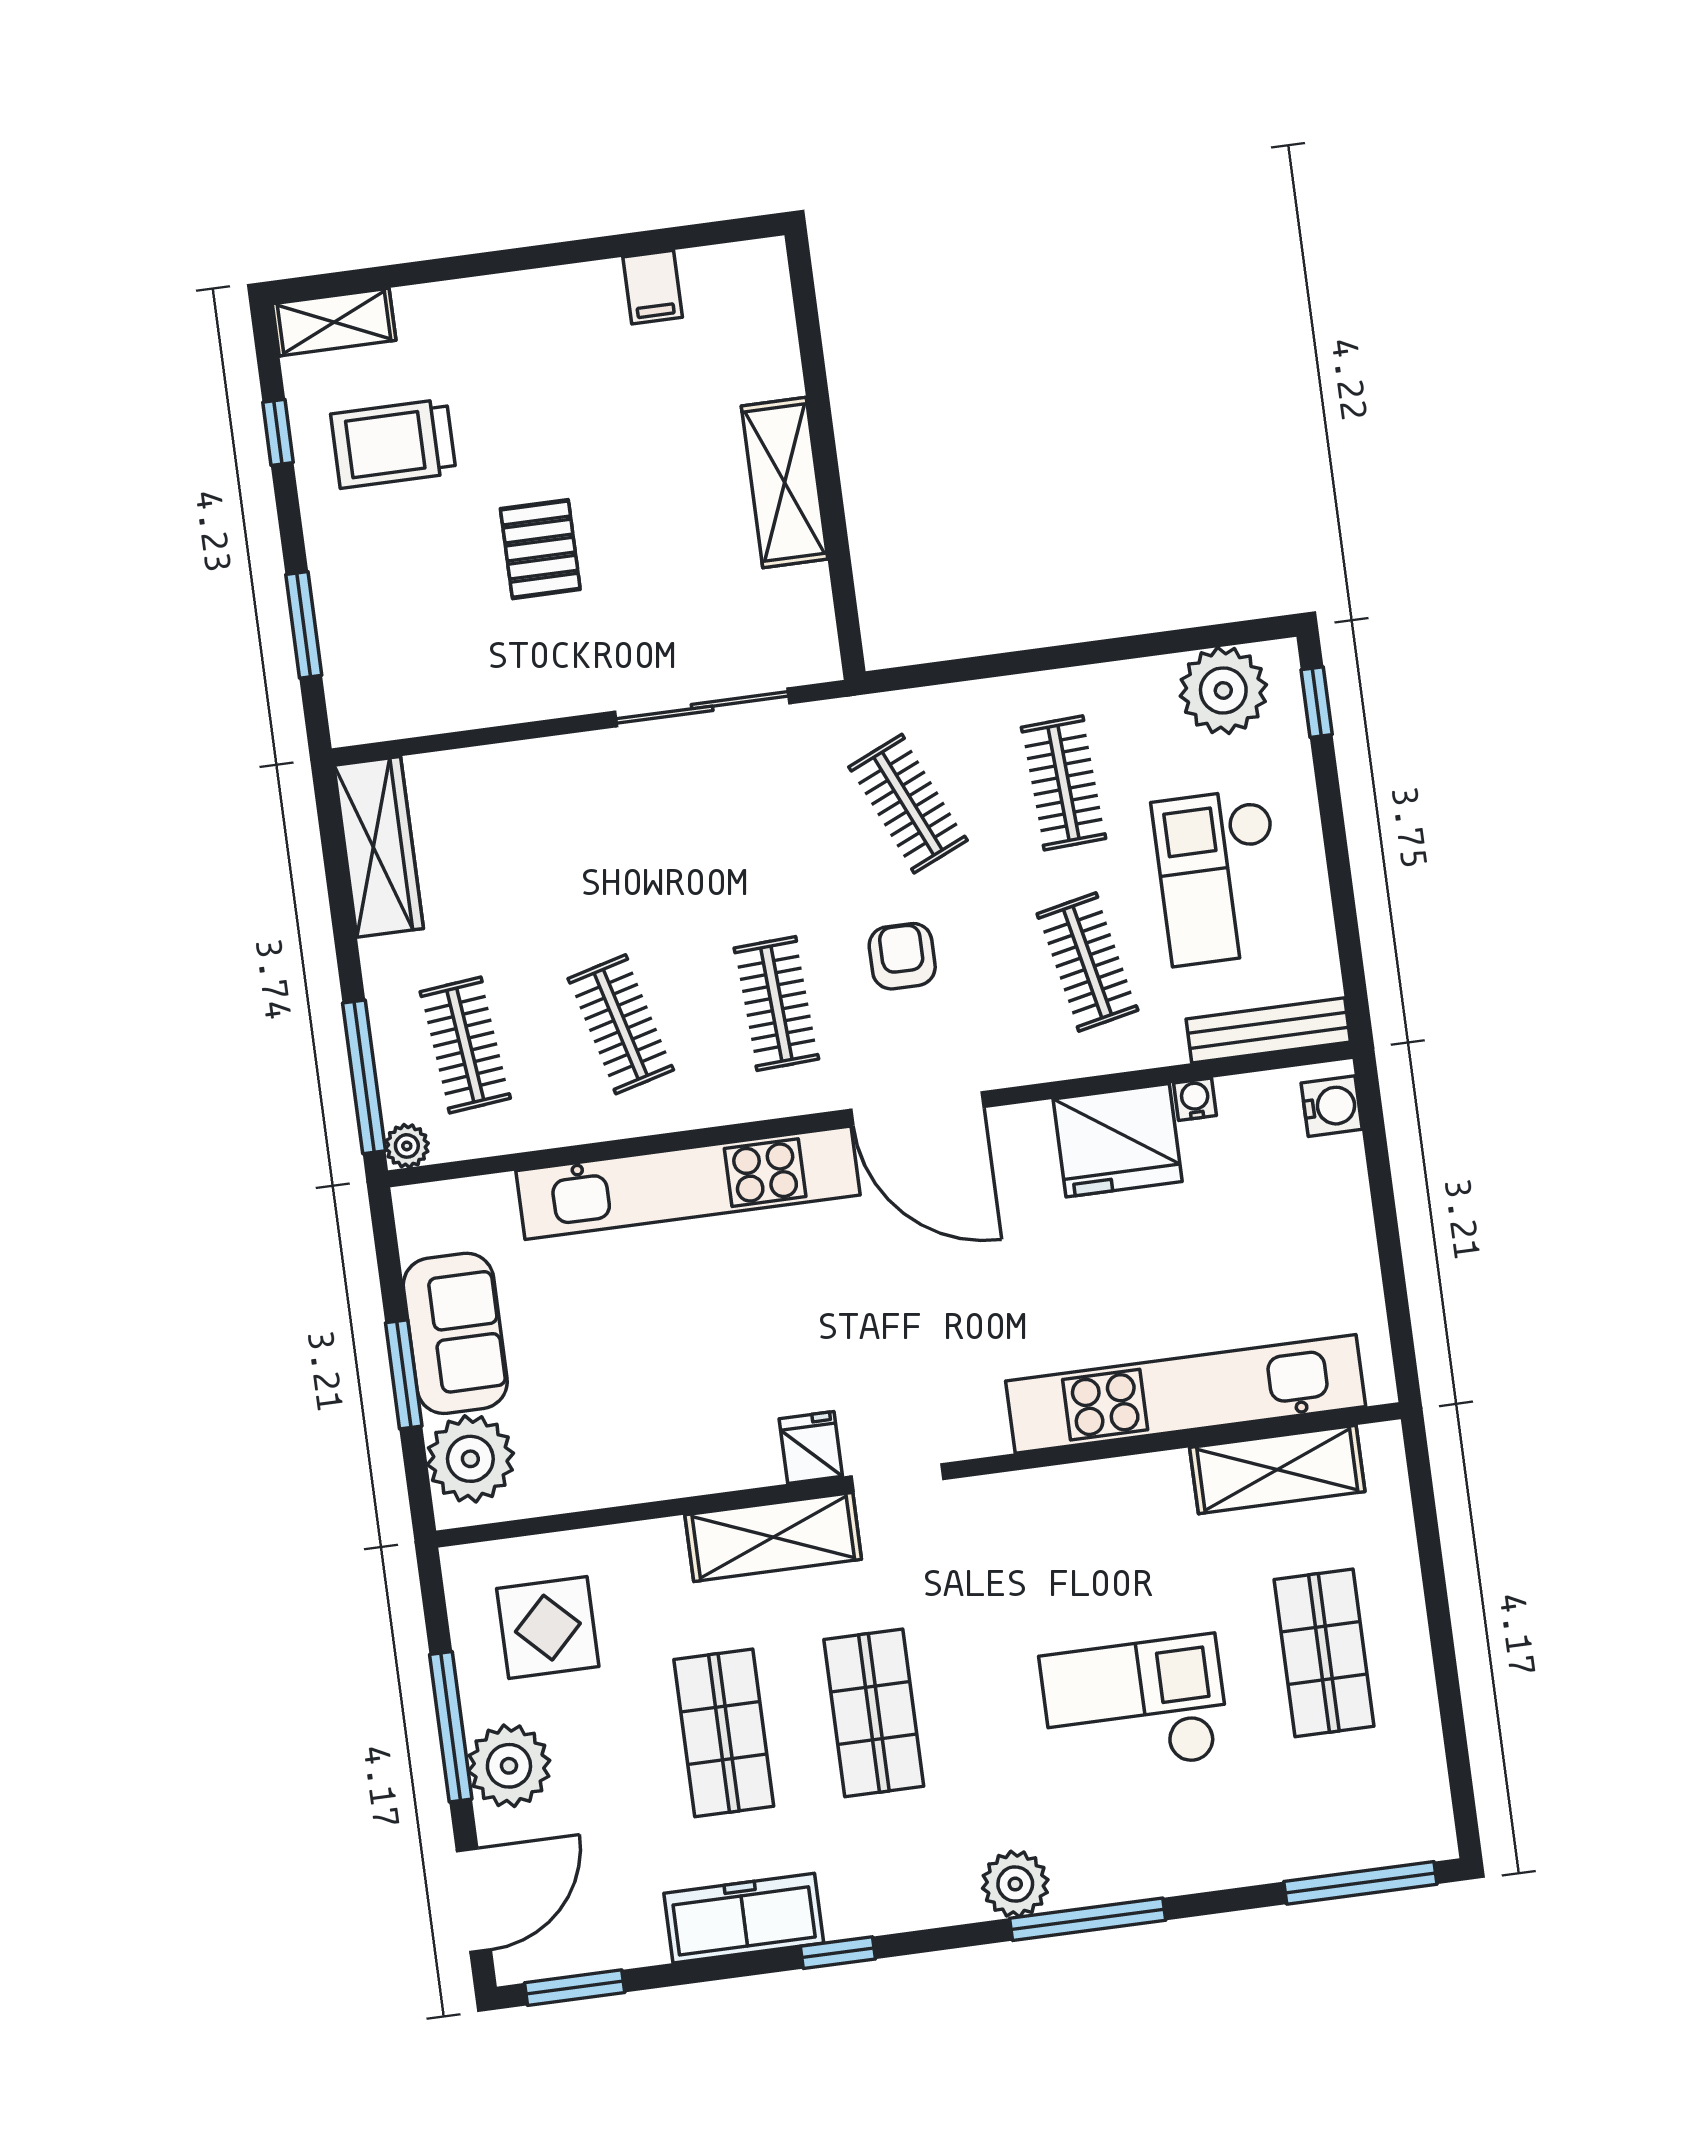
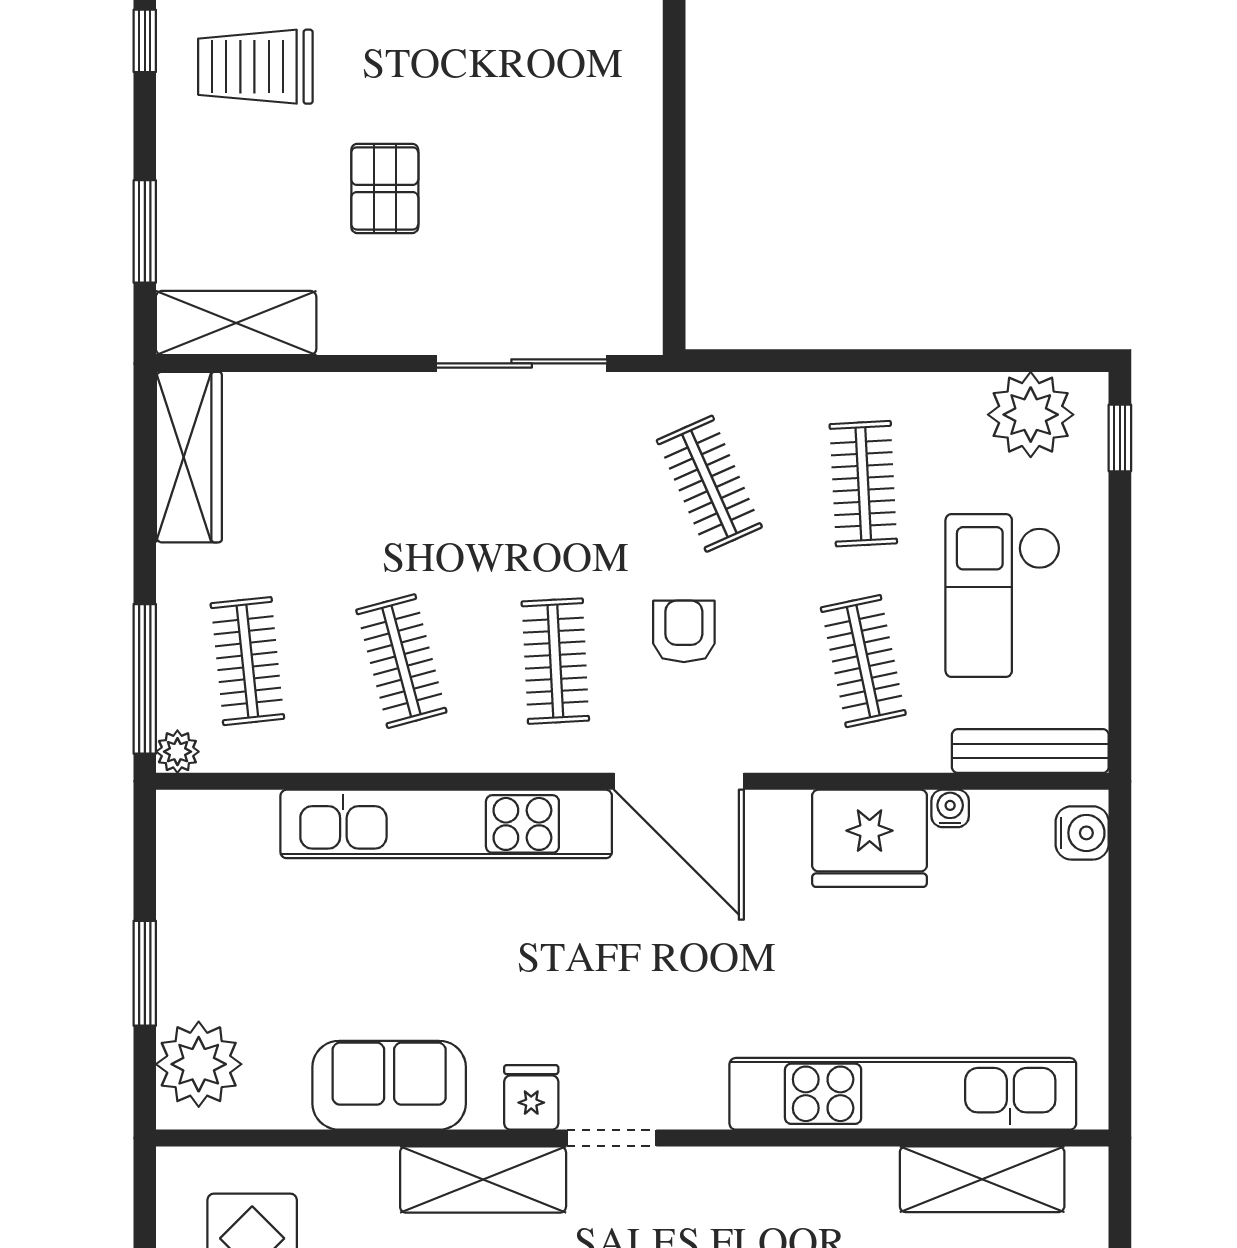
shelving: (785, 483) -> (236, 323), moved, turned 90
sofa: (455, 1333) -> (389, 1085), moved, turned -90

